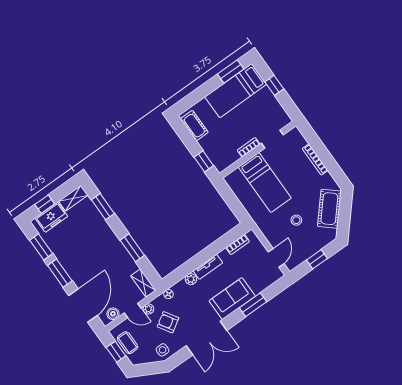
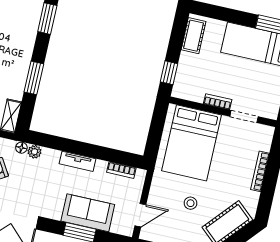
bed: (265, 182) -> (192, 143), width x1.50
plant: (191, 279) -> (35, 152), moved
sofa: (232, 299) -> (88, 213), moved

